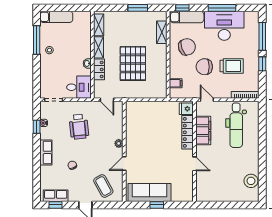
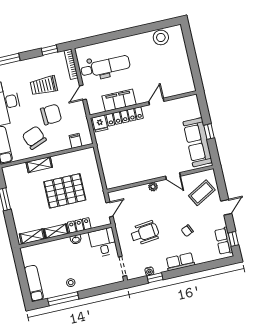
shelving: (162, 32) -> (39, 165), moved
window: (262, 64) -> (49, 50), moved
trolley: (232, 66) -> (44, 86), turned -90
chair: (204, 67) -> (51, 114), turned -93
door: (207, 100) -> (83, 92), moved

